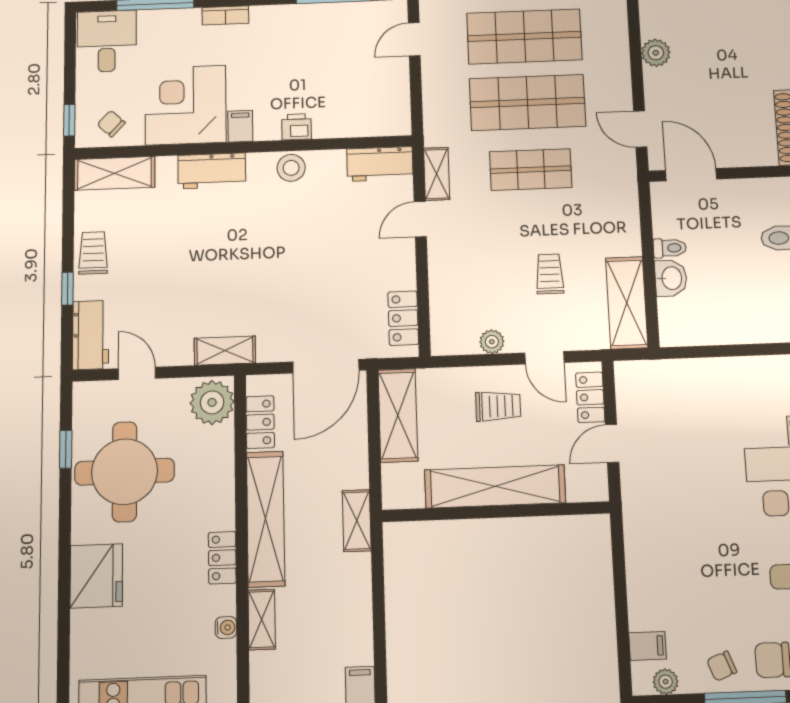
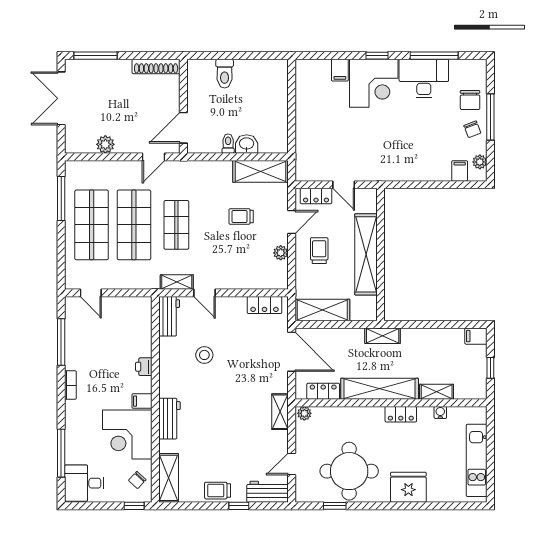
bookcase: (225, 15) -> (70, 385), moved
stool: (291, 168) -> (204, 355), moved
plant: (212, 402) -> (304, 413), width x0.53, depth x0.53

